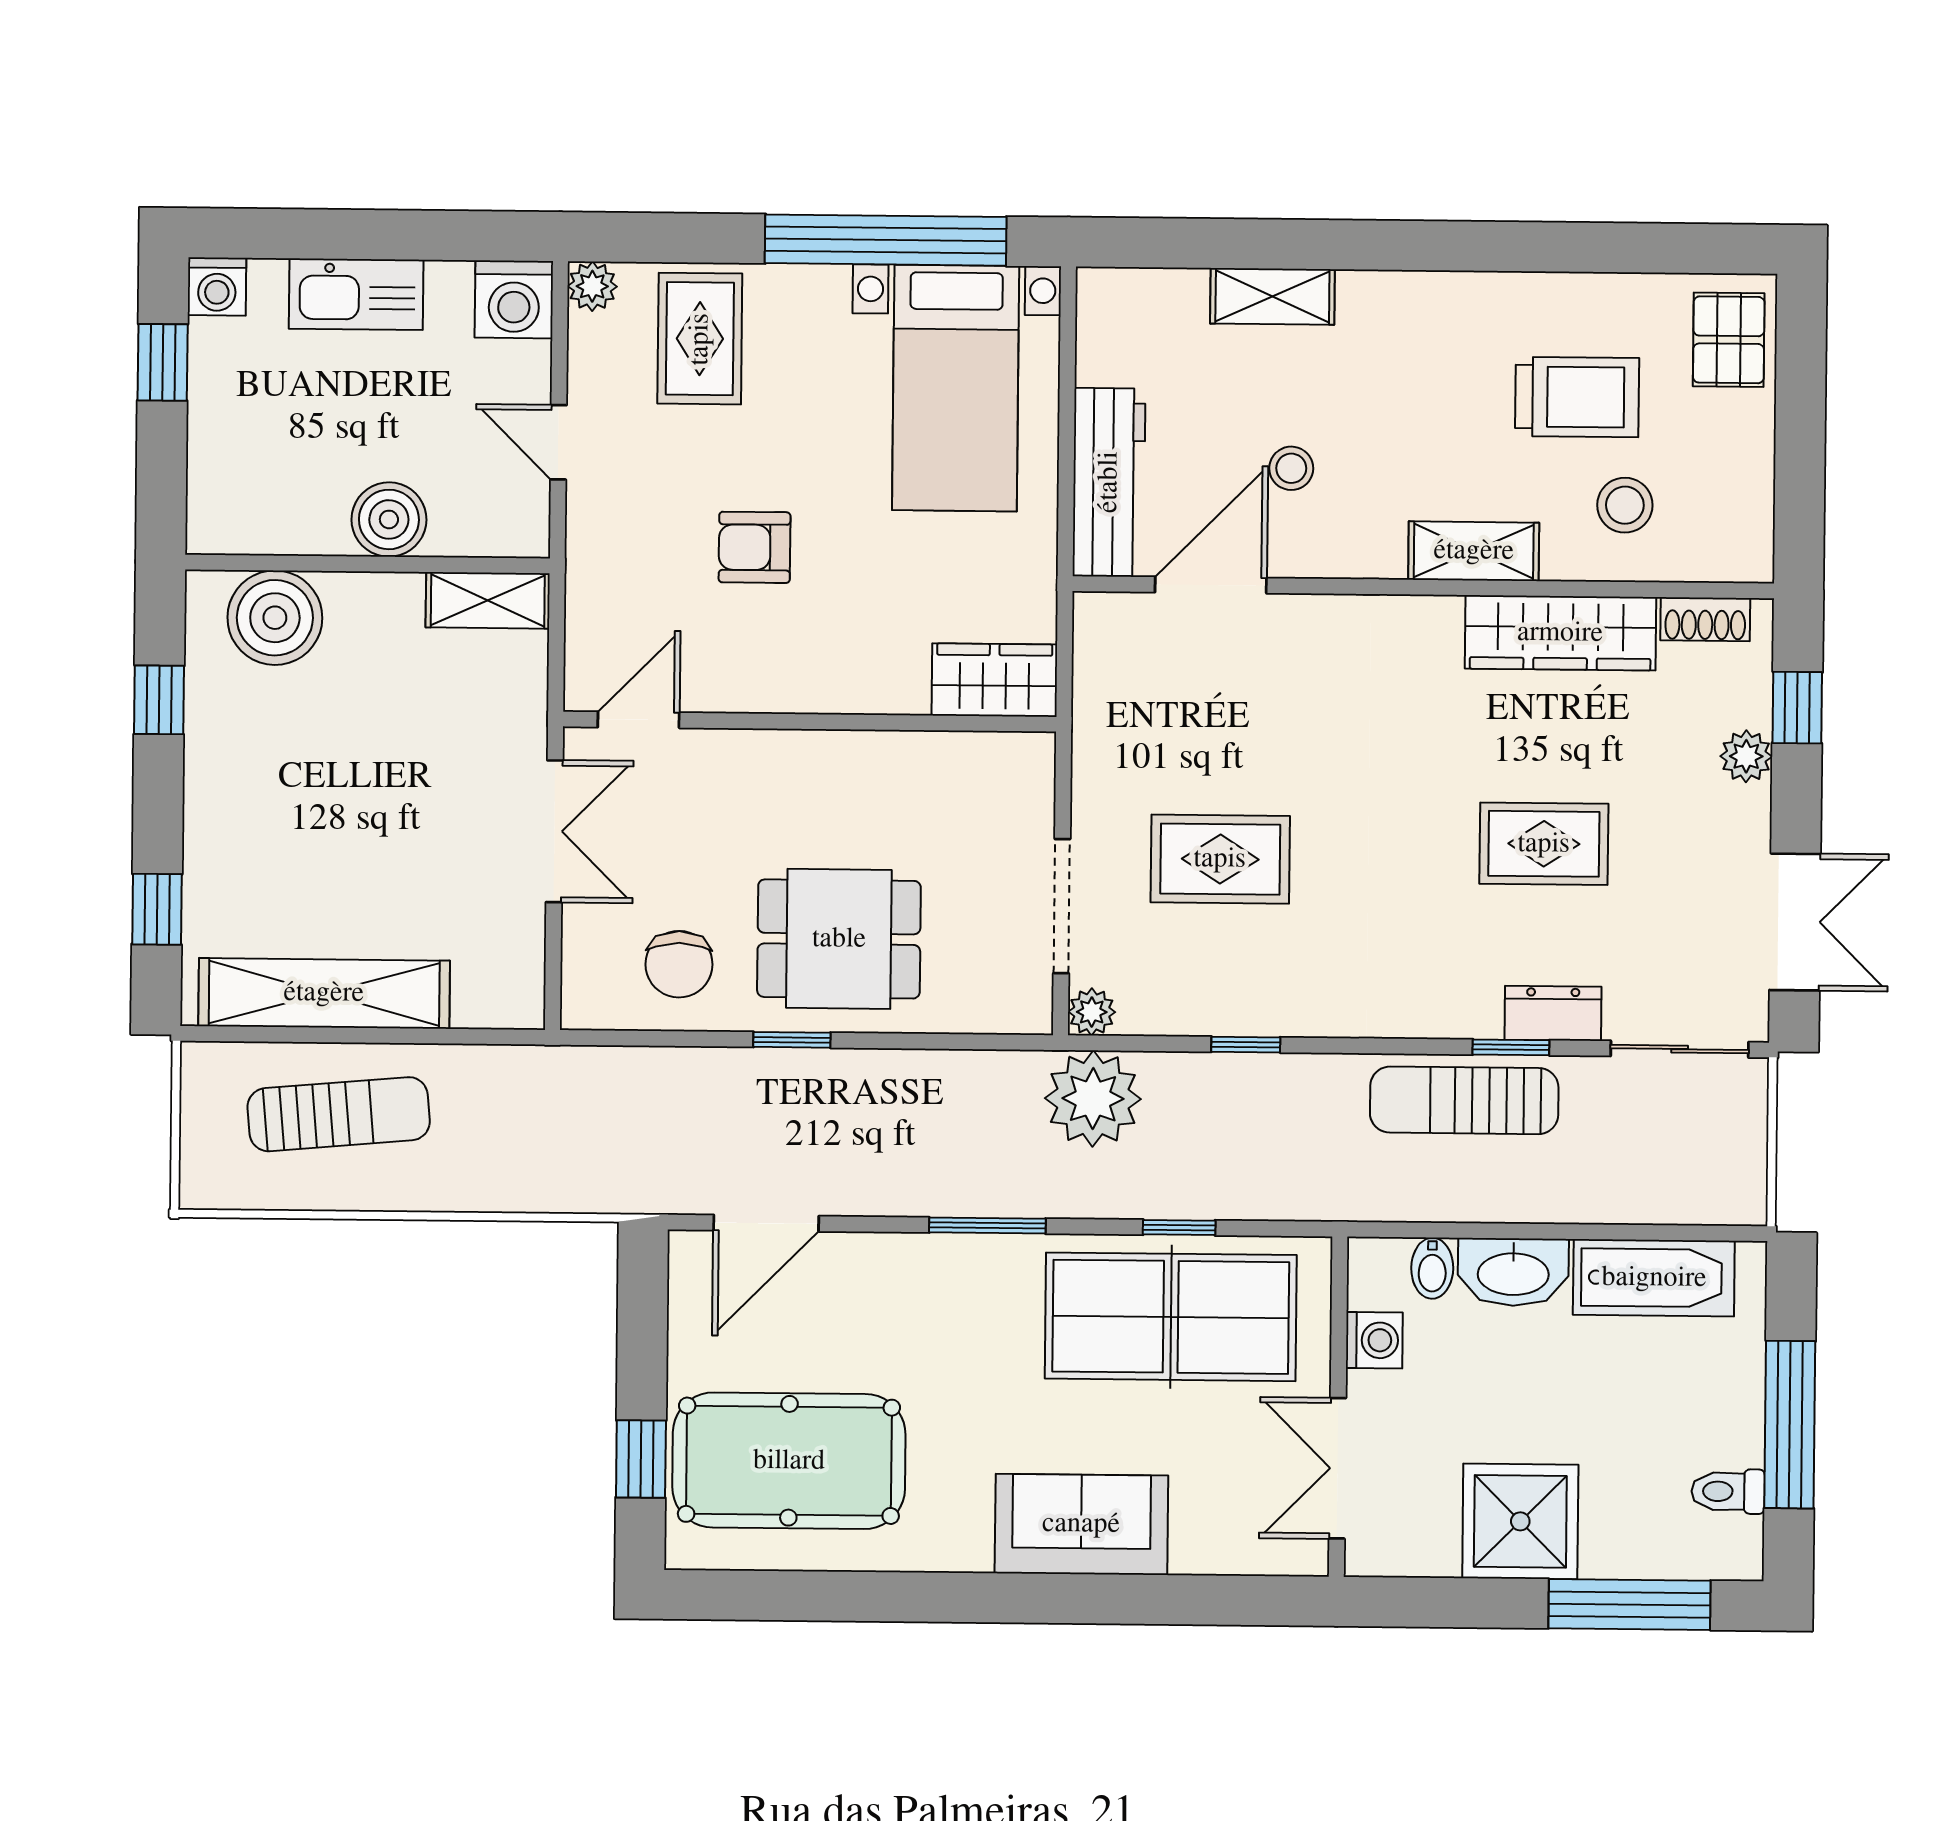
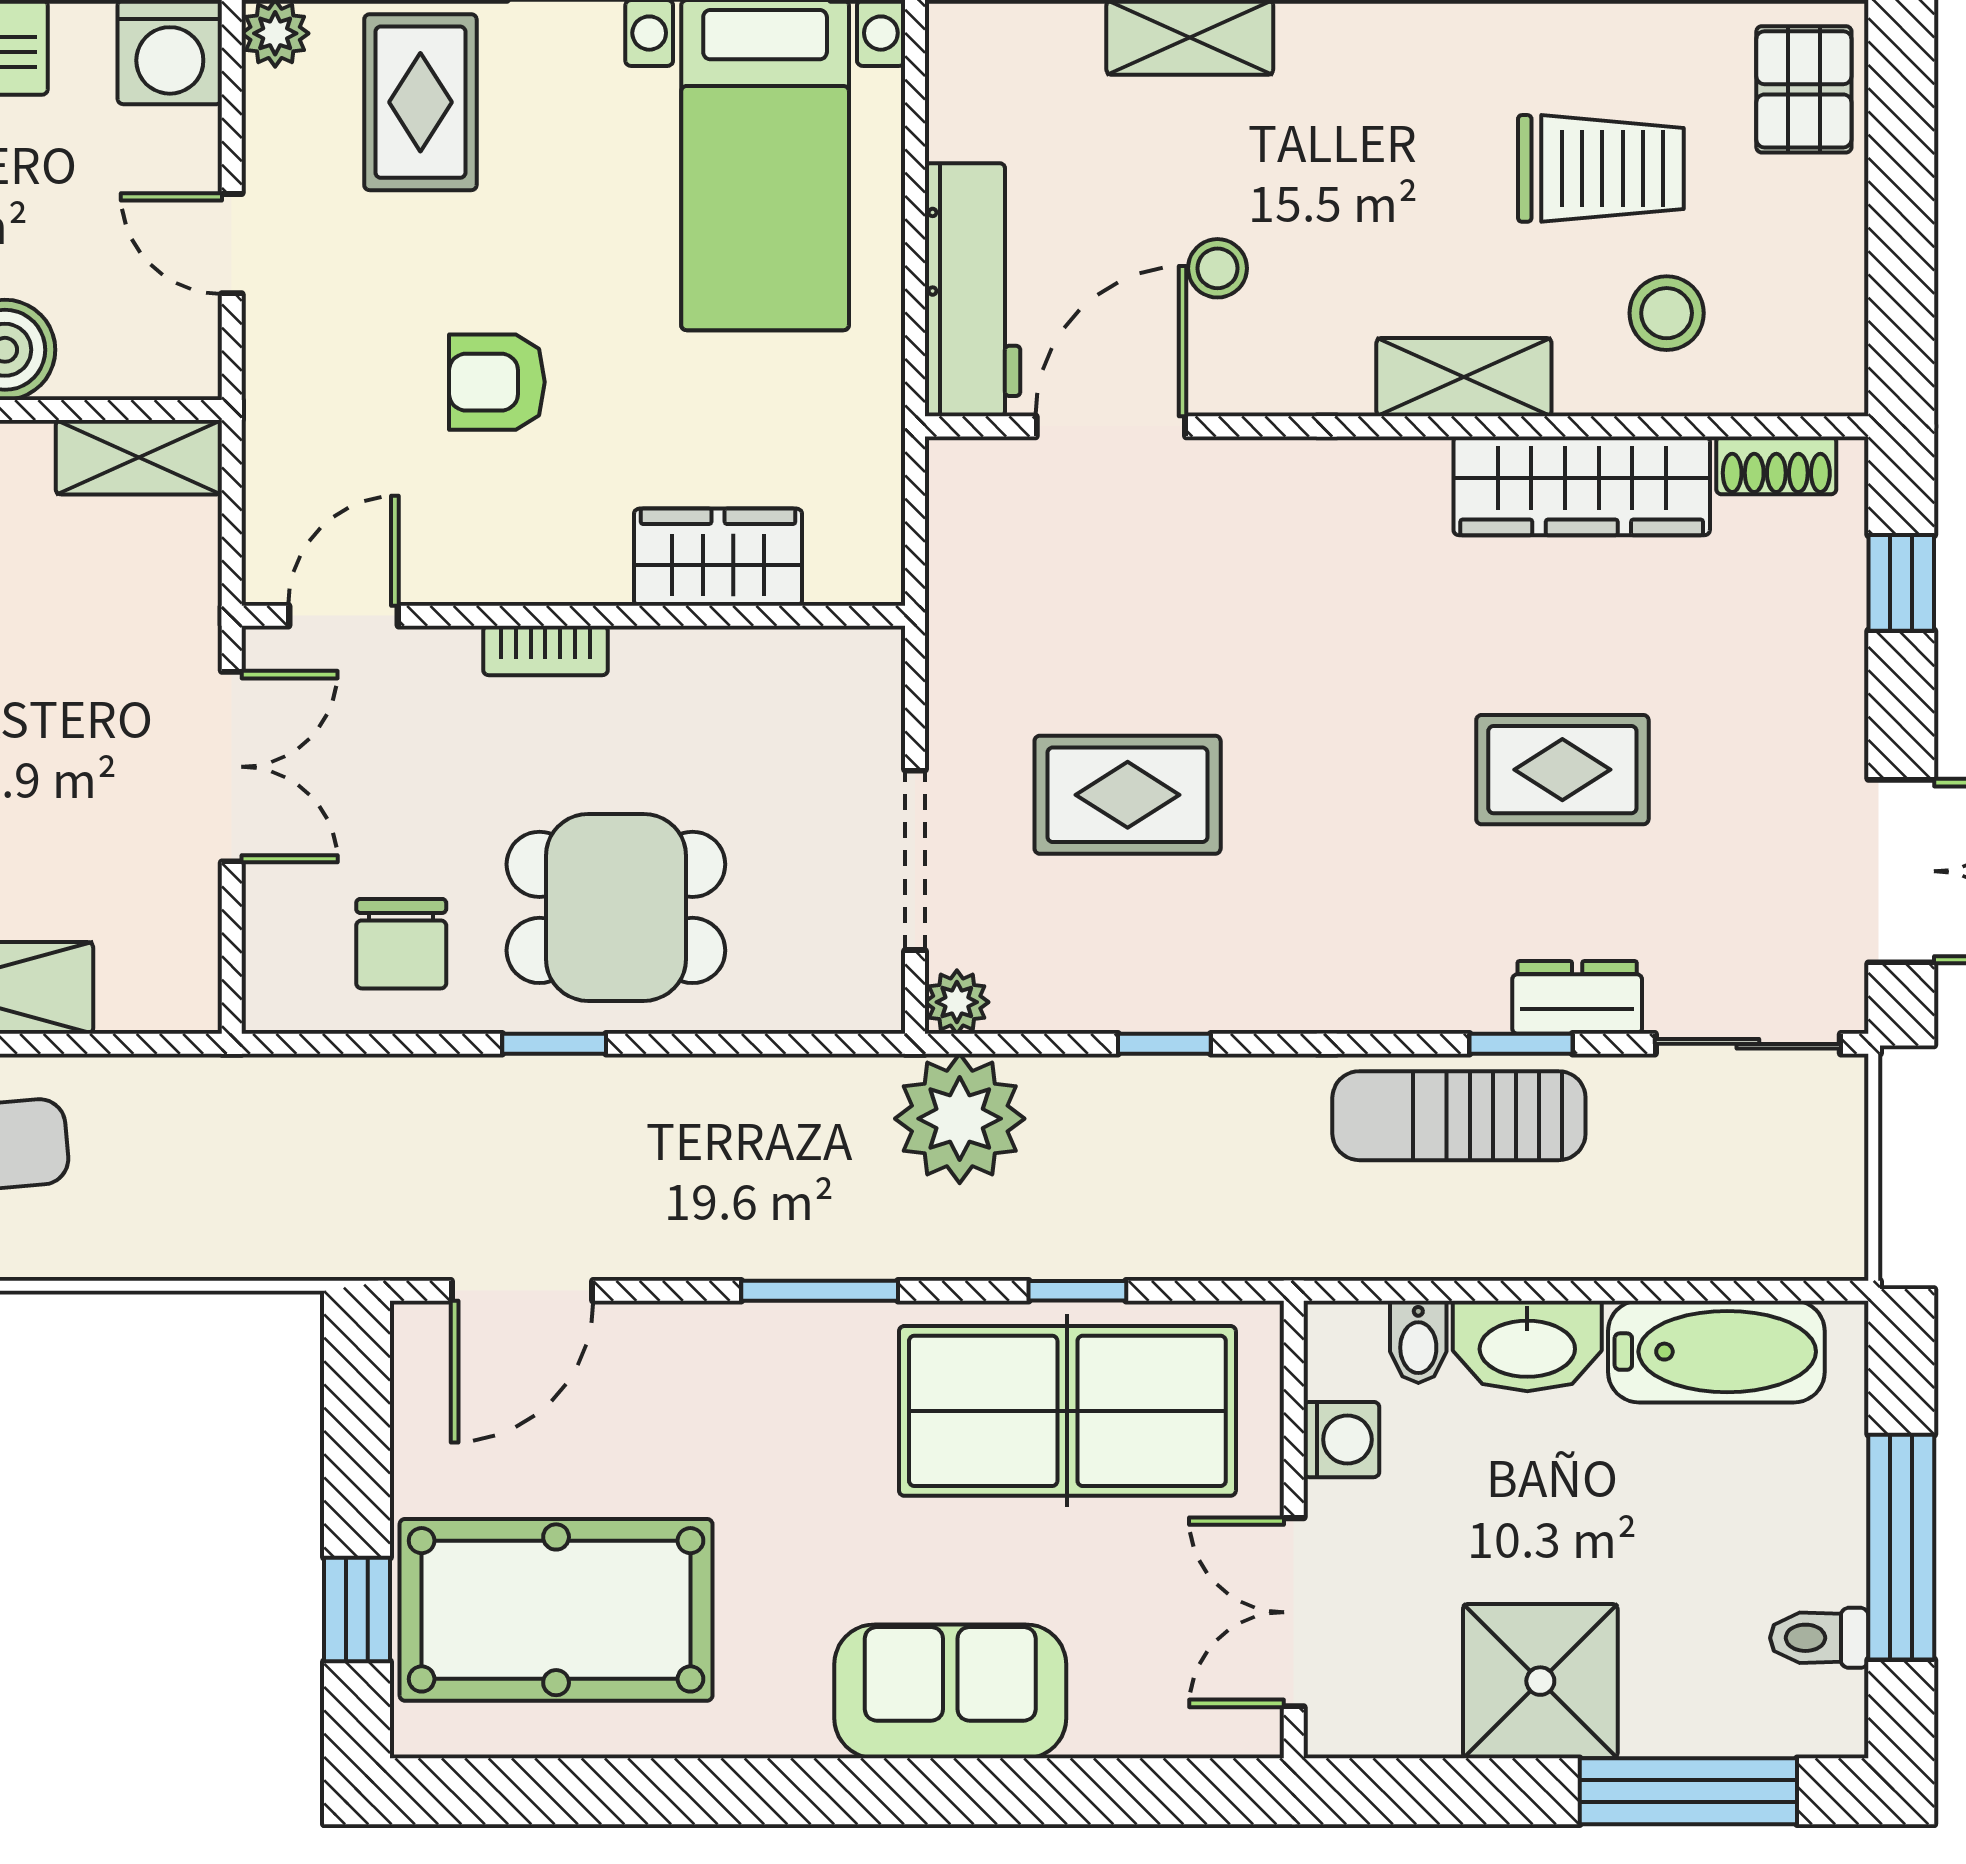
wardrobe: (994, 680) -> (718, 557), moved
bookcase: (789, 747) -> (545, 650), added
plant: (1746, 756) -> (1833, 649), removed

